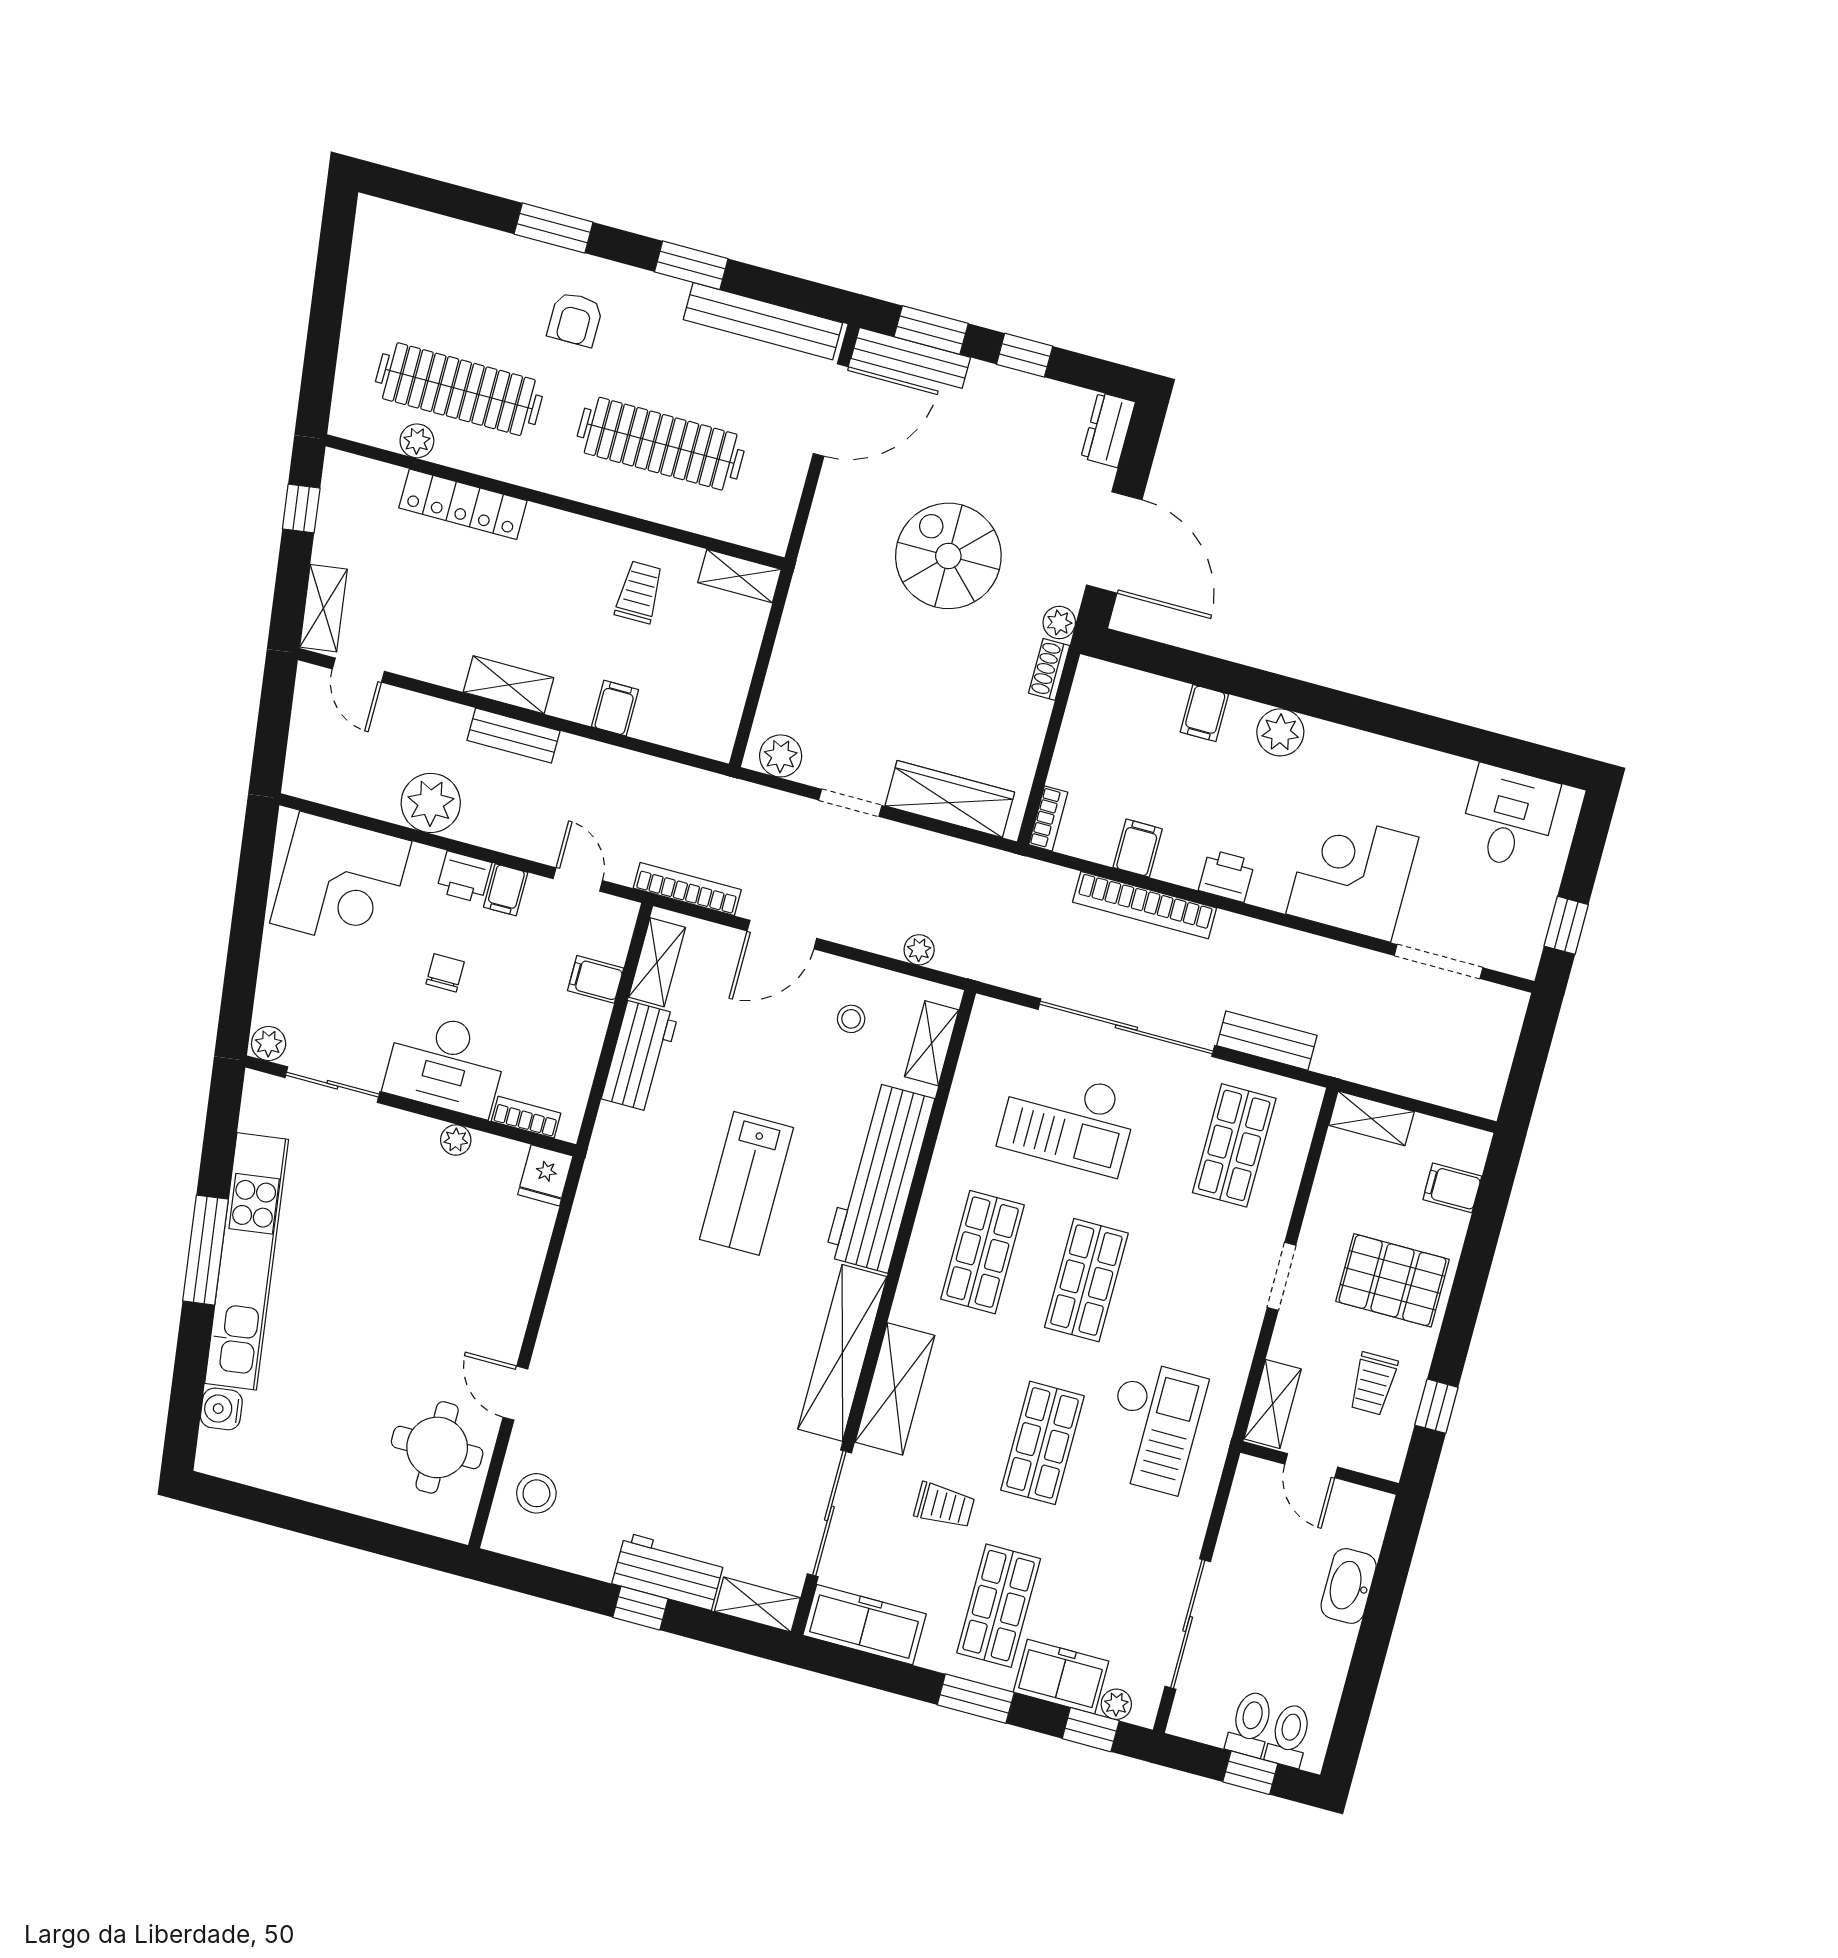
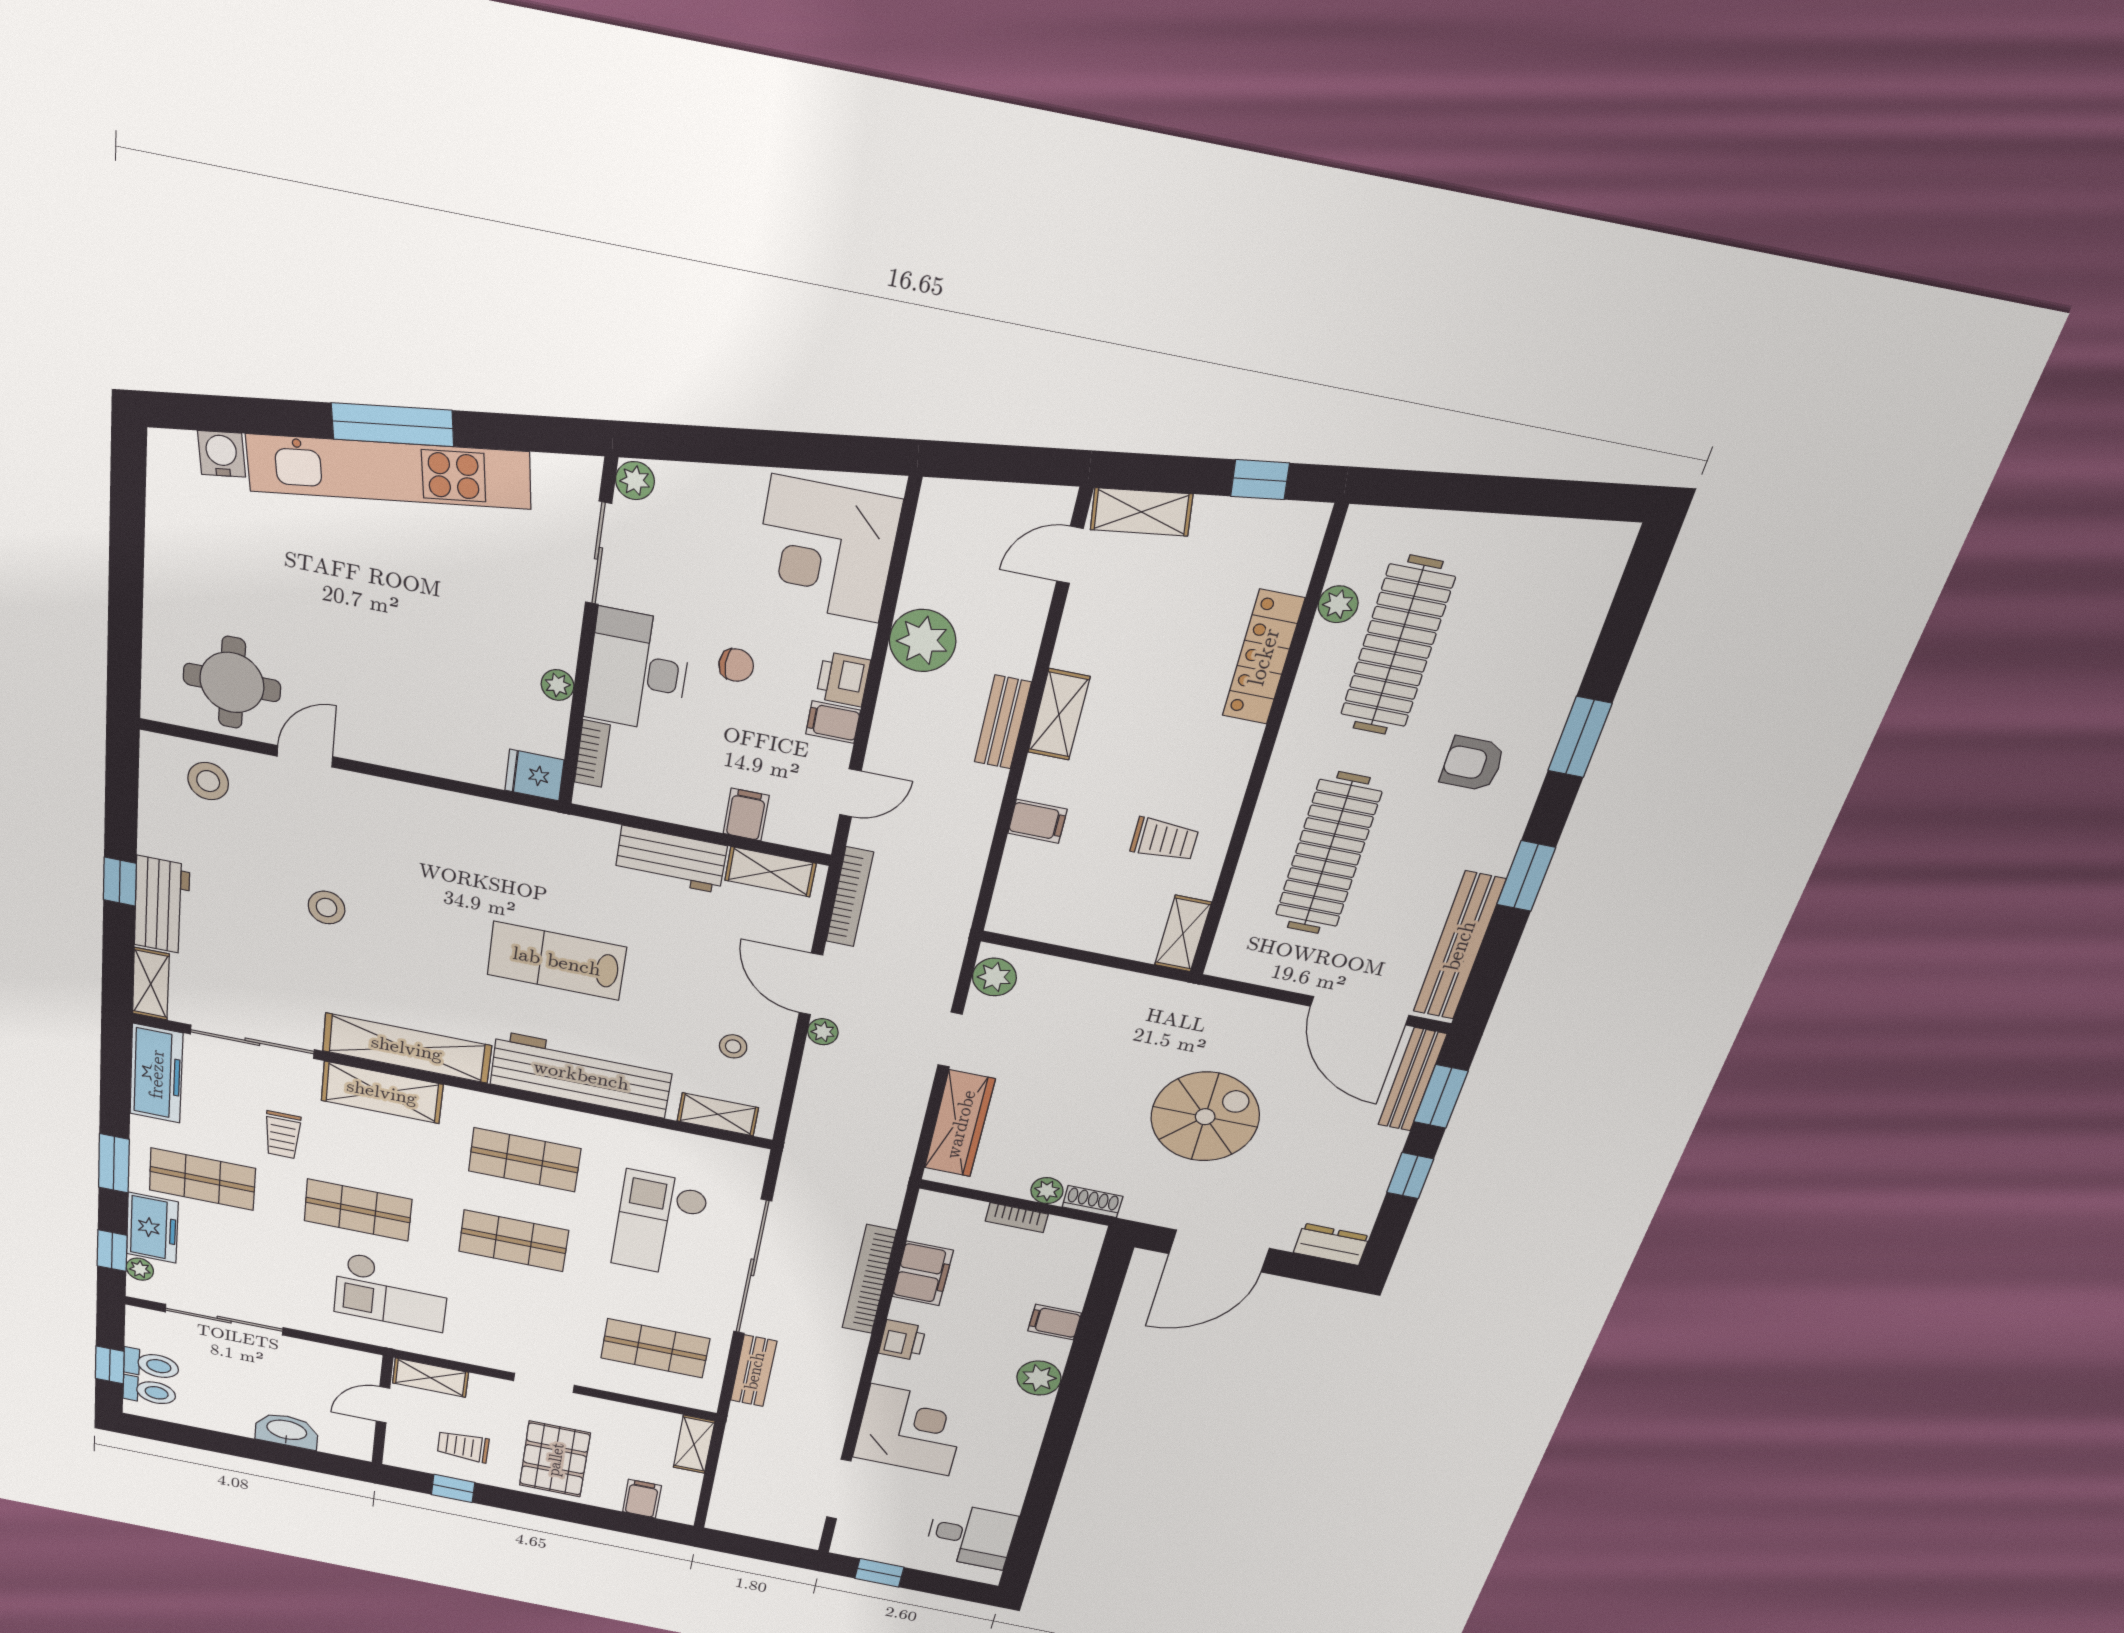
plant: (1059, 623) -> (1047, 1191), moved
bookcase: (1048, 818) -> (1017, 1218), moved
filing cabinet: (1138, 848) -> (923, 1273), width x2.00
plant: (919, 950) -> (823, 1032), moved
stool: (678, 1404) -> (327, 908), added

